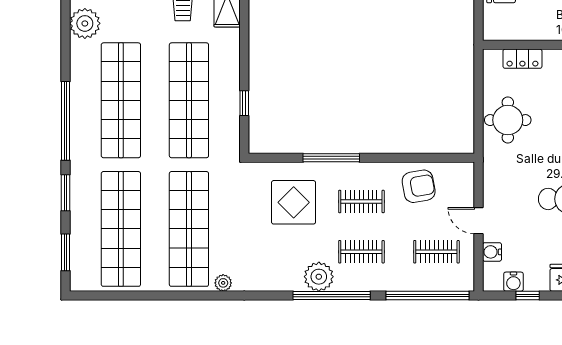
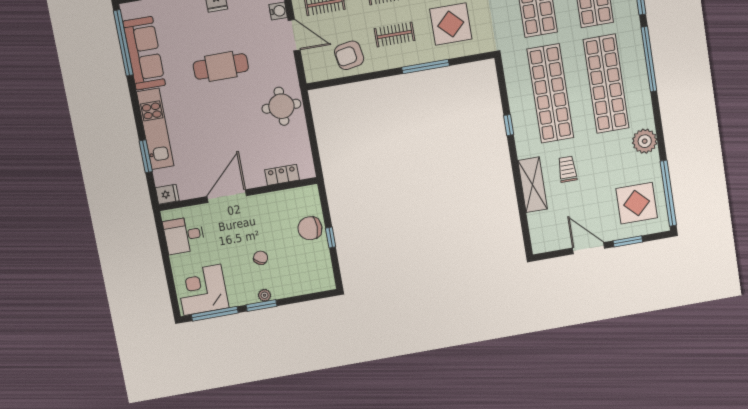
window: (244, 103) -> (509, 125), moved
round table: (508, 120) -> (281, 106), moved
door: (479, 221) -> (294, 35), width x1.38

